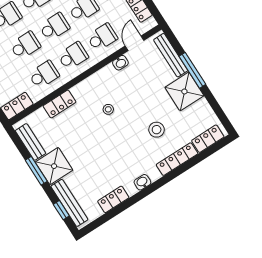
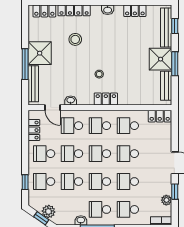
door: (135, 43) -> (53, 108), hinge flipped
locker: (60, 104) -> (106, 99), moved

